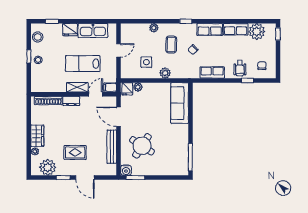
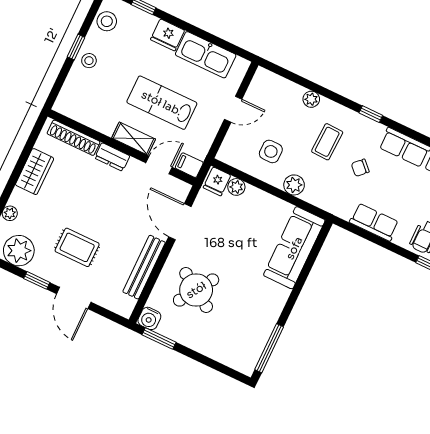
wardrobe: (37, 136) -> (35, 172), moved

